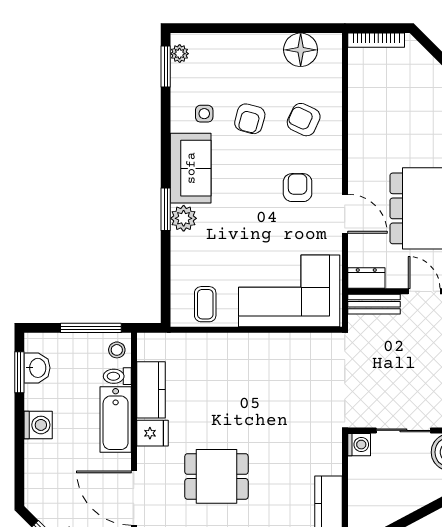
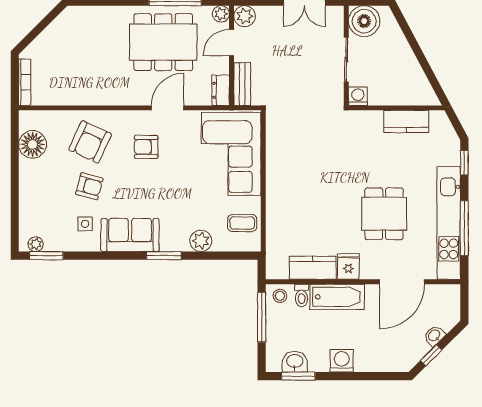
armchair: (304, 120) -> (90, 142), width x1.38, depth x1.38
plant: (184, 218) -> (201, 241), moved

